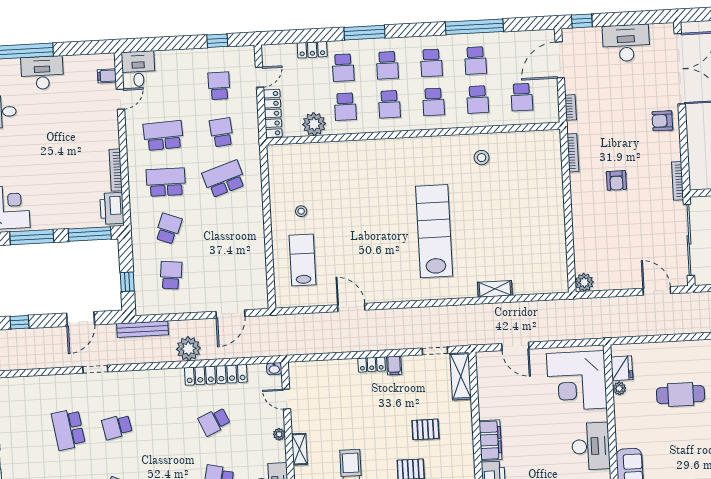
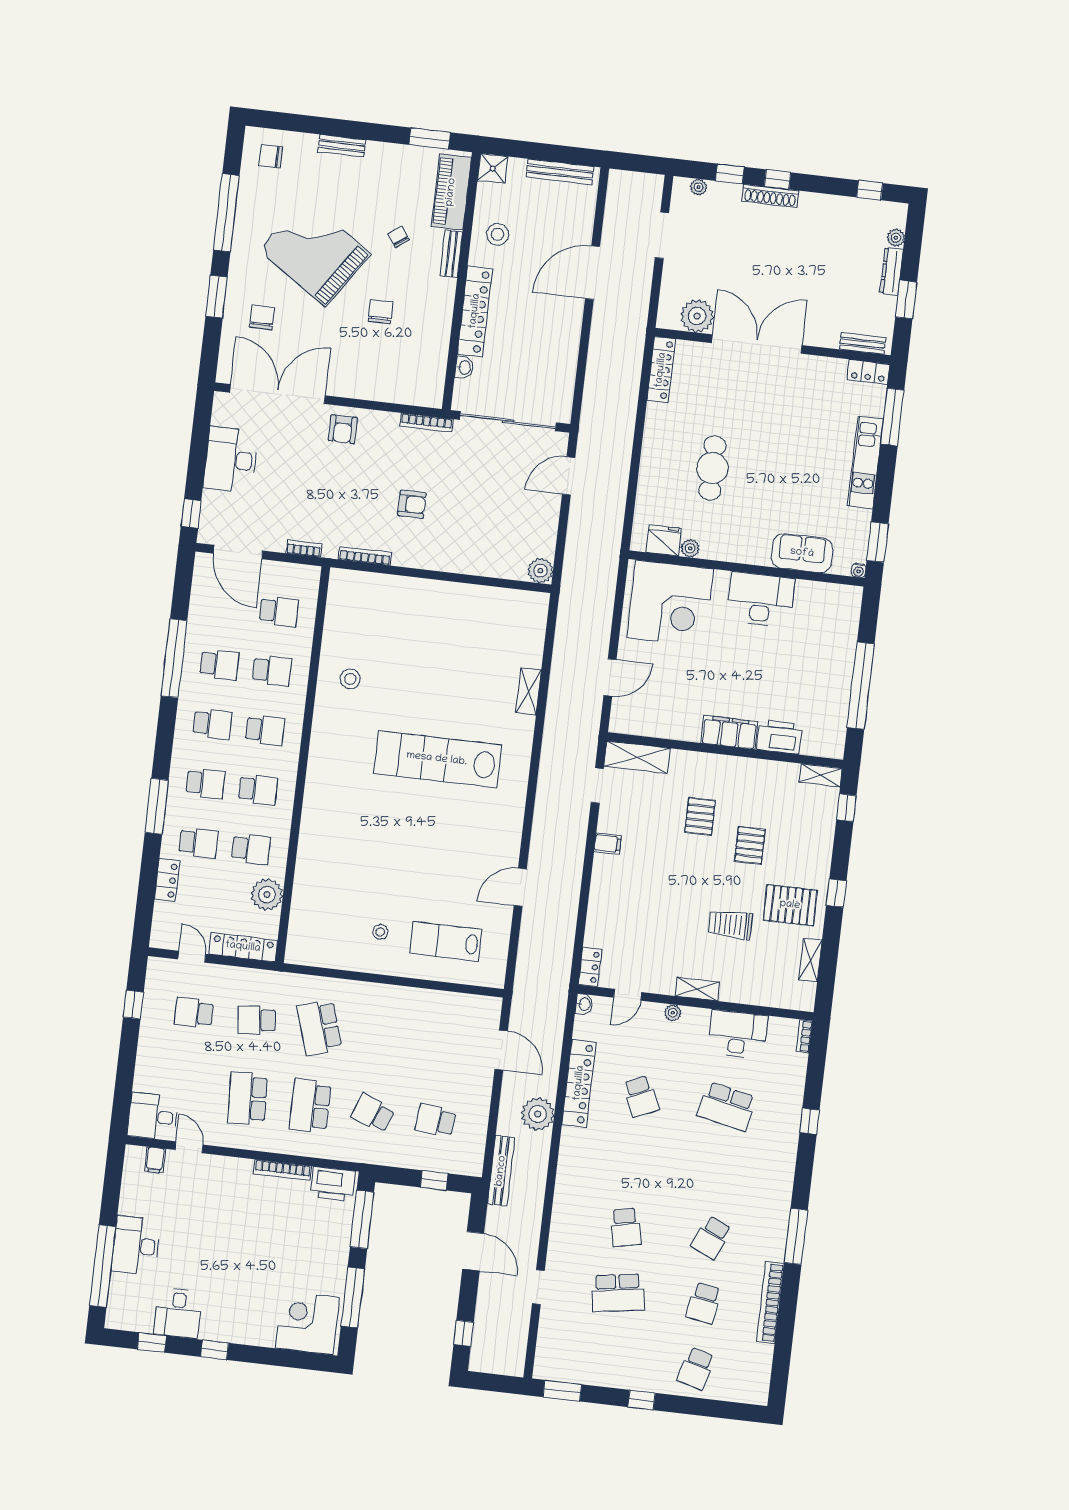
locker: (372, 365) -> (590, 967), moved
doorway: (95, 369) -> (538, 1287), moved

